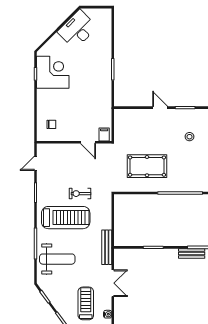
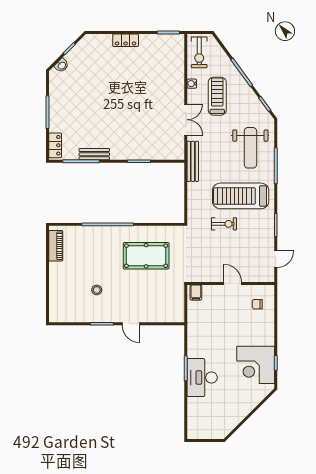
desk: (77, 29) -> (202, 378), moved, turned 135
door: (88, 142) -> (233, 283), moved
weight bench: (57, 259) -> (250, 148), turned -90
double door: (113, 283) -> (186, 120), swing flipped
treadmill: (86, 303) -> (217, 96), turned 180

